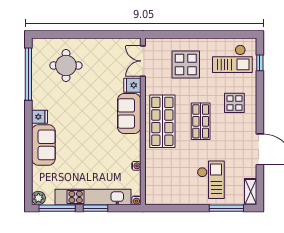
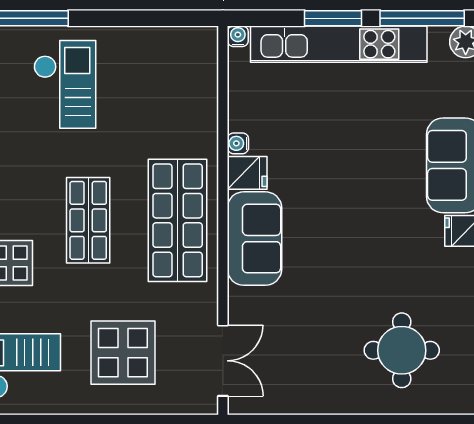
fridge: (132, 85) -> (247, 173), moved
water cooler: (136, 166) -> (238, 143), moved
checkout: (211, 180) -> (65, 84), turned 180

